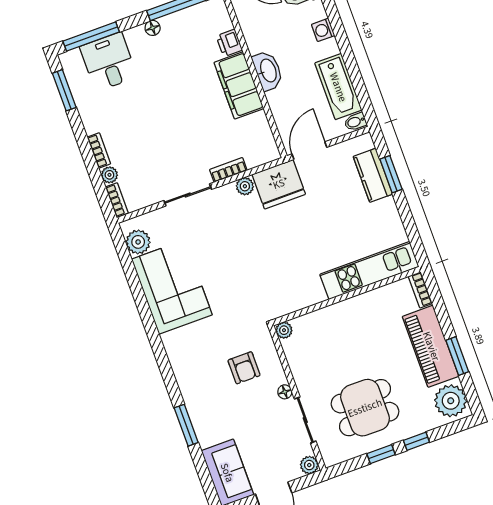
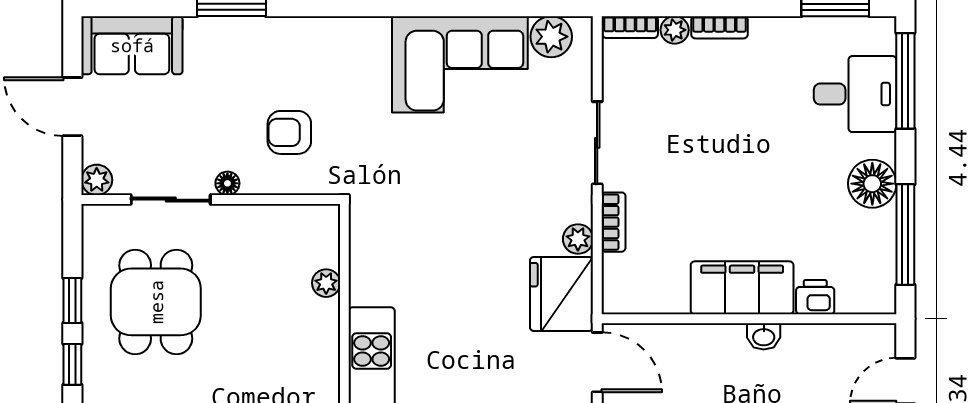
floor lamp: (153, 28) -> (872, 184), width x1.89, depth x1.89
washbasin: (268, 71) -> (764, 336), width x0.52, depth x0.69
plant: (284, 330) -> (326, 283), moved

